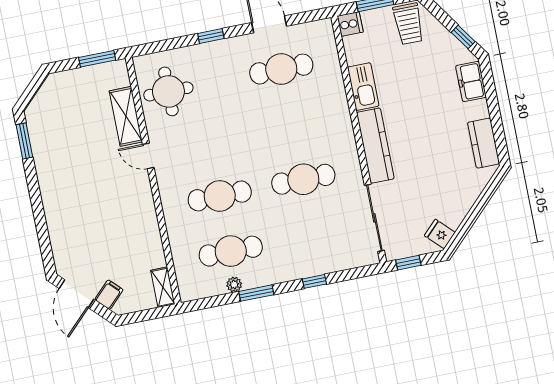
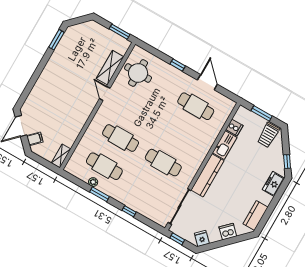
cooker: (350, 24) -> (234, 128), moved
dishwasher: (466, 196) -> (228, 232), added

